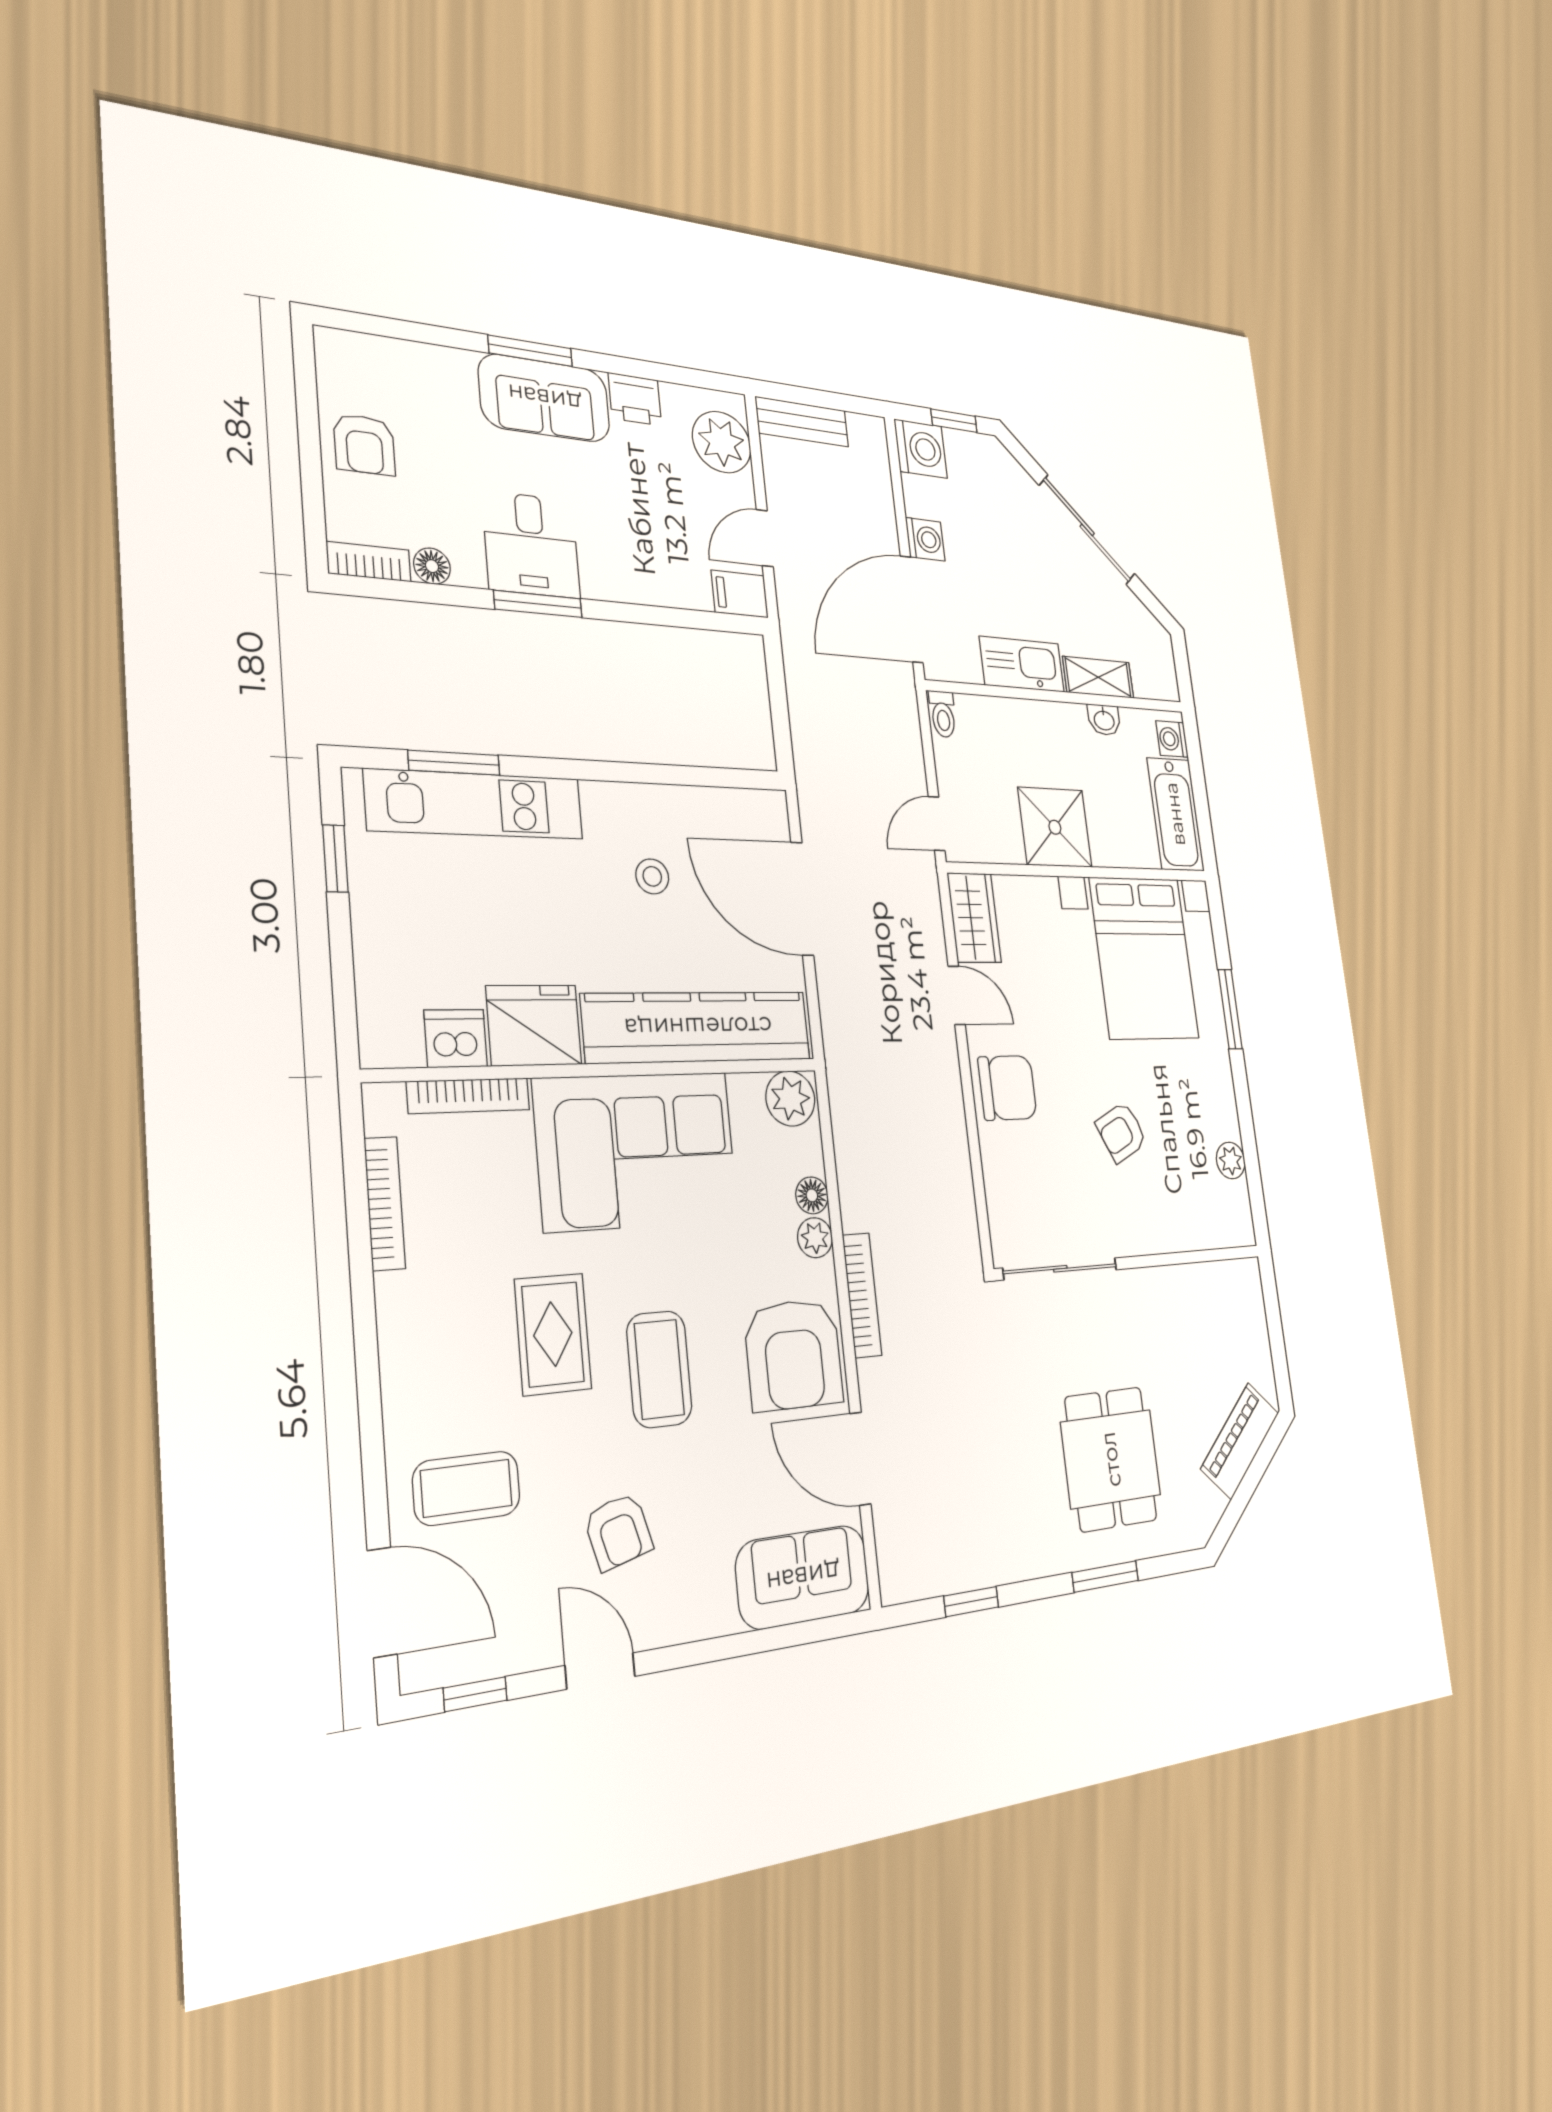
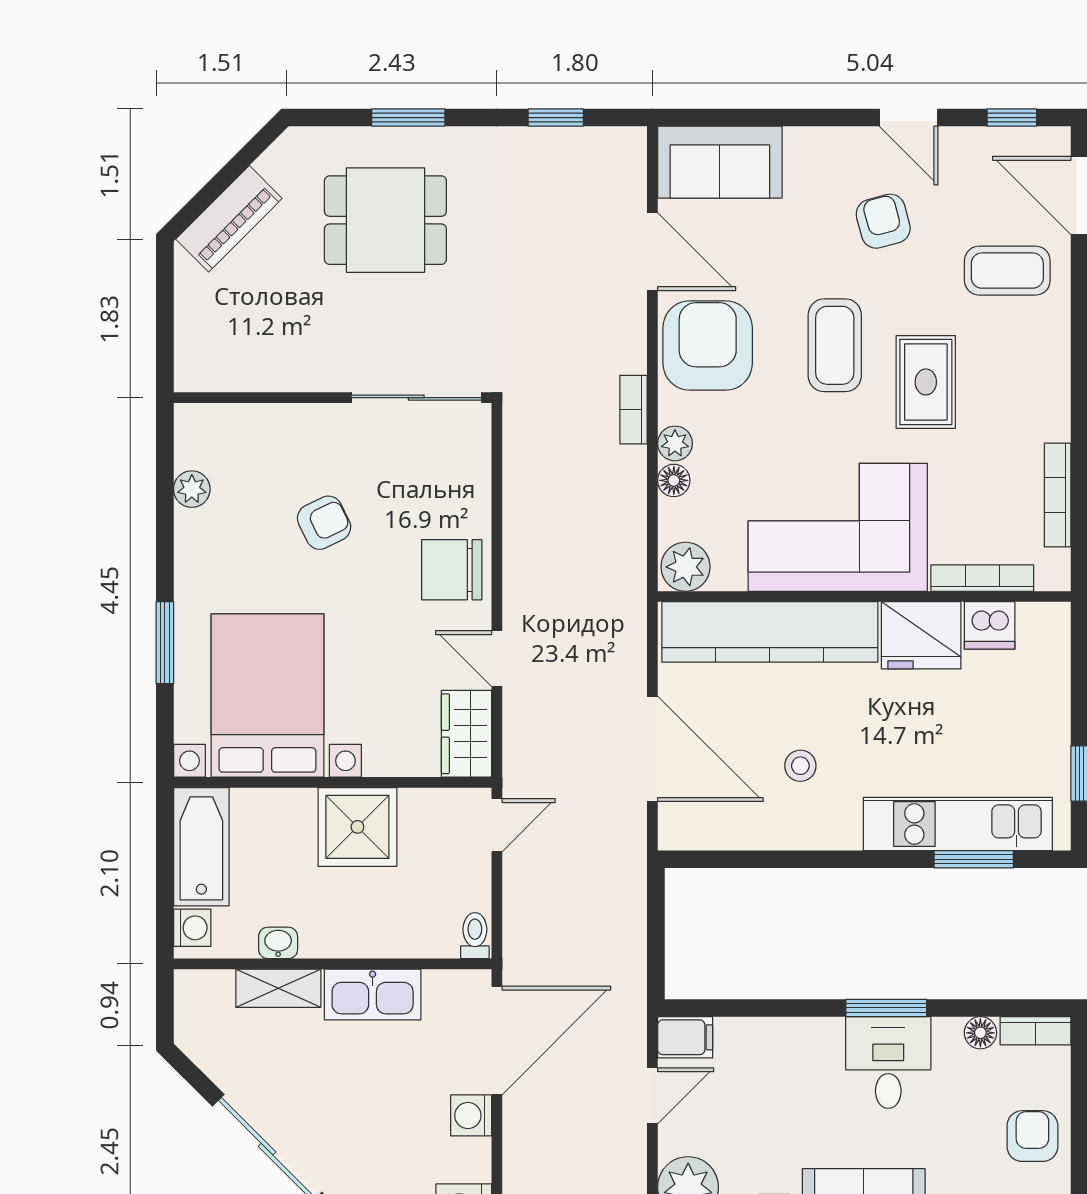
bookcase: (862, 1295) -> (634, 410), width x0.64
dining table: (1111, 1459) -> (385, 220), turned 90

